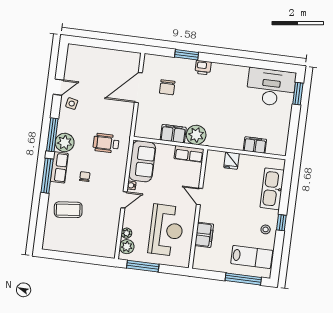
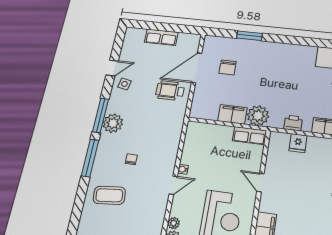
printer: (203, 68) -> (293, 123), moved, turned 180
wheelchair: (106, 143) -> (170, 91), moved
sofa: (142, 161) -> (196, 143), removed
row of seats: (59, 167) -> (161, 37), moved, turned 90

